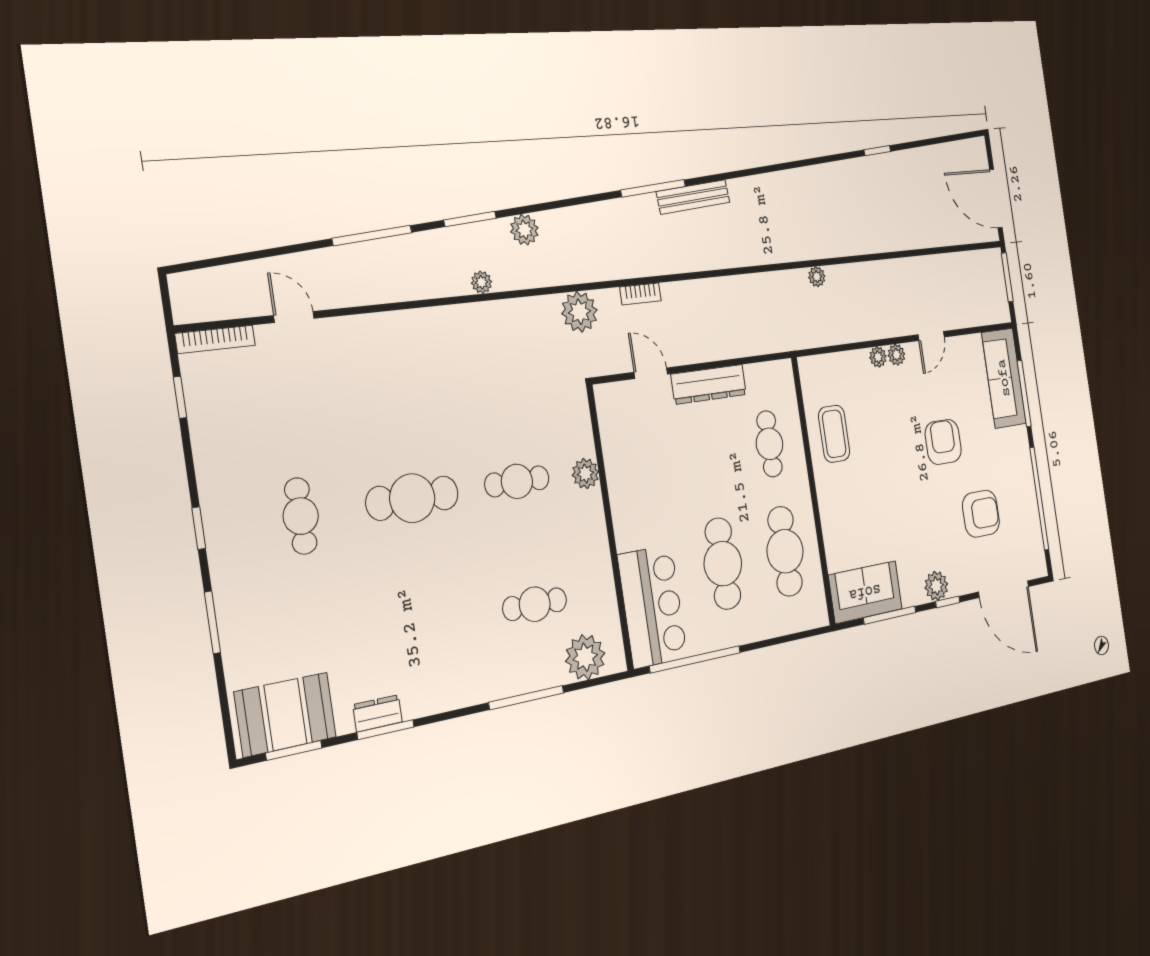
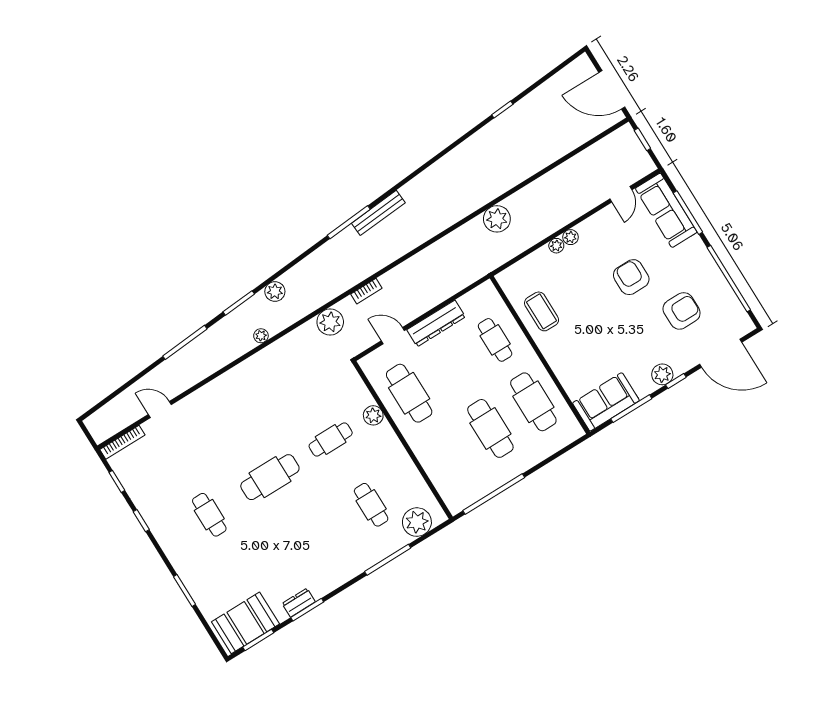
plant: (817, 277) -> (497, 219), width x1.87, depth x1.87
window: (1007, 277) -> (642, 139), width x0.67
door: (931, 336) -> (621, 194), moved
cafe table: (642, 464) -> (409, 393), added
window: (199, 528) -> (141, 521), moved
cafe table: (535, 604) -> (371, 505), turned 90
bar counter: (653, 606) -> (451, 474), removed

